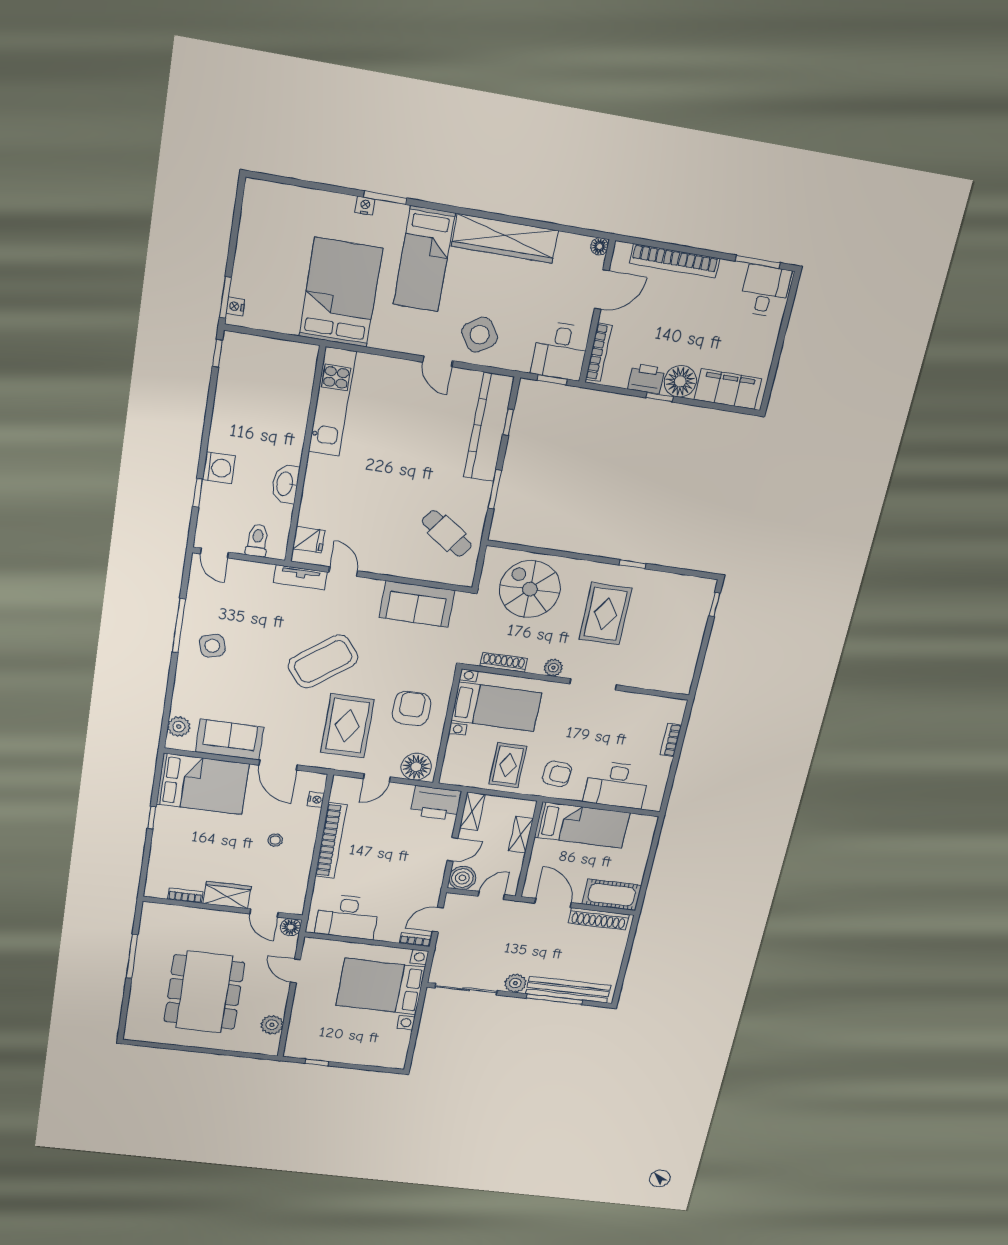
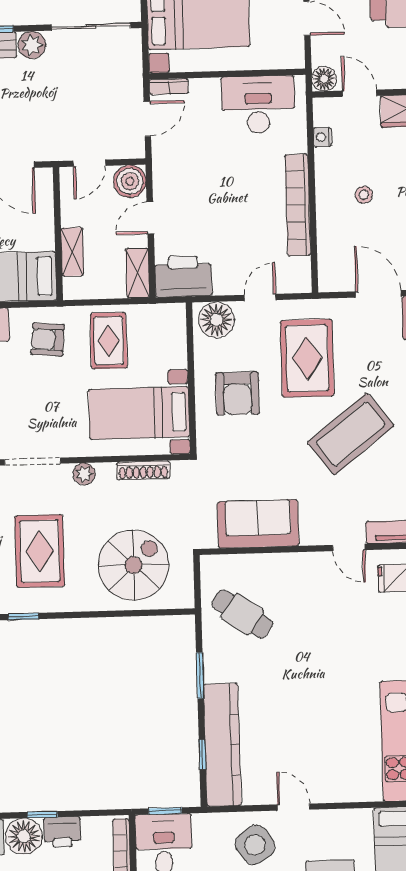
spiral stairs: (530, 589) -> (134, 565), turned -90
nightstand: (316, 799) -> (322, 137), moved

